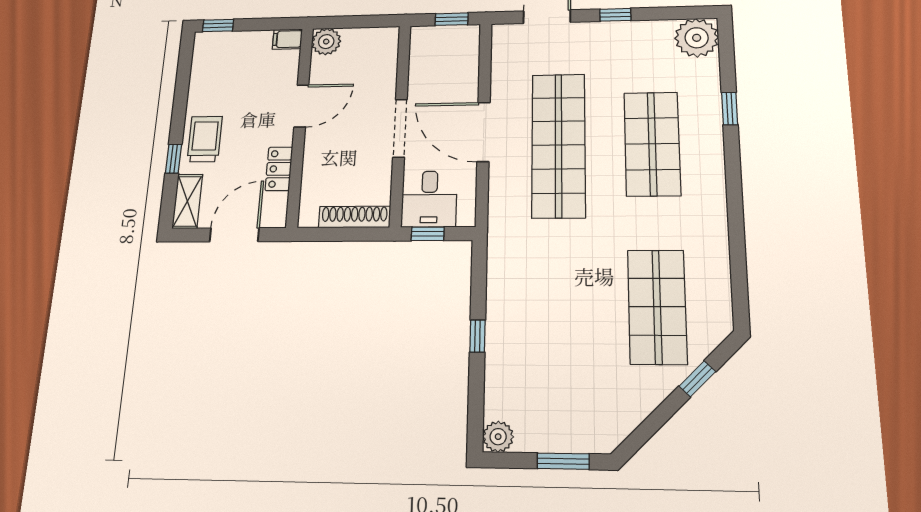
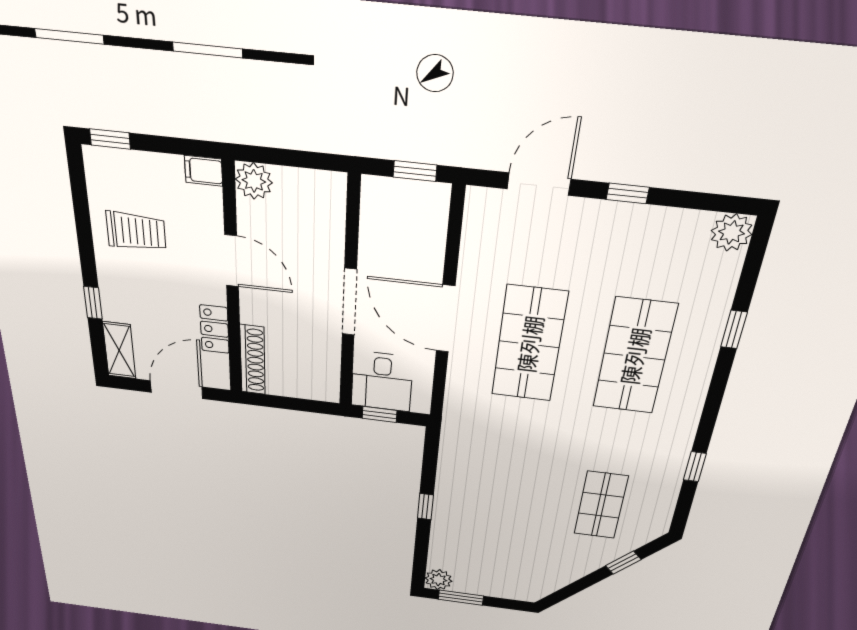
plant: (697, 38) -> (732, 232), width x0.73, depth x0.73
door: (301, 106) -> (232, 261), hinge flipped
trolley: (205, 139) -> (136, 231), moved, turned 90
shop shelf: (558, 145) -> (529, 344), width x0.71
shoe rack: (354, 217) -> (253, 360), moved, turned 90
window: (737, 248) -> (695, 467), added
shop shelf: (657, 307) -> (601, 505), width x0.70, depth x0.74
window: (563, 461) -> (461, 598), moved

